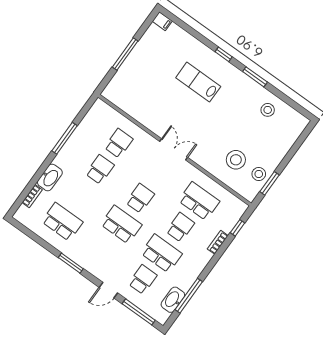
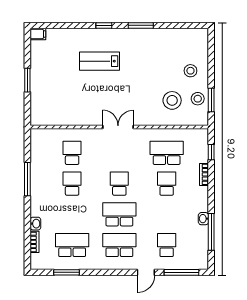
window: (125, 54) -> (27, 80), width x0.69
stool: (268, 110) -> (190, 71), moved
washbasin: (50, 177) -> (35, 224), width x0.52, depth x0.69
school desk: (161, 253) -> (119, 245), moved
window: (71, 263) -> (67, 272), moved
washbasin: (173, 300) -> (203, 219), moved, width x0.52, depth x0.69

